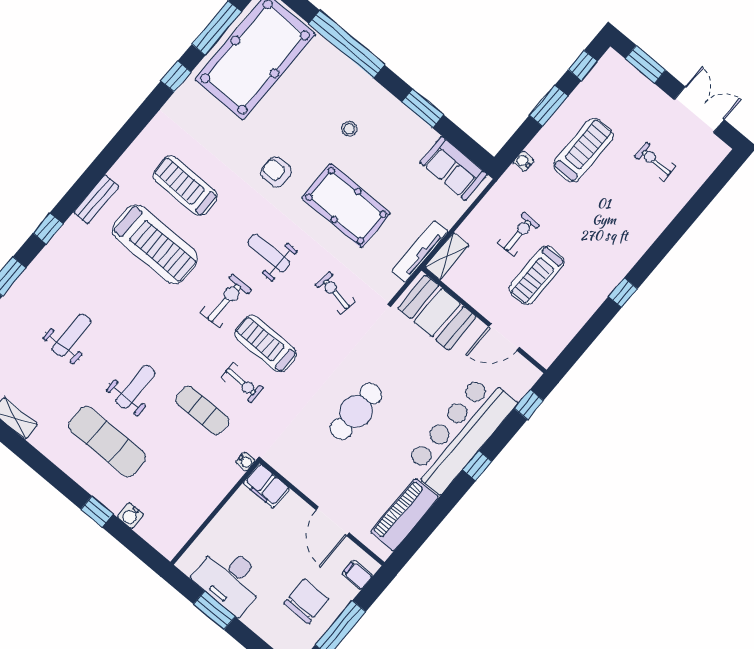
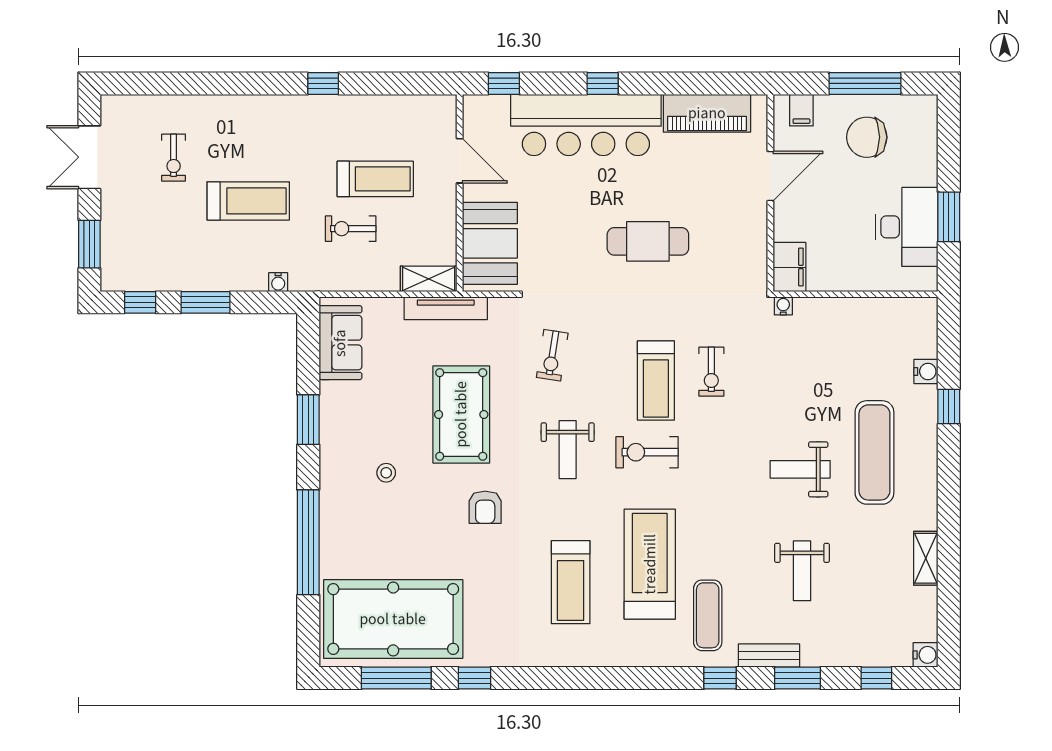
treadmill: (583, 150) -> (248, 201), moved, turned 180
bench: (96, 199) -> (769, 656), moved
weight bench: (72, 335) -> (802, 571), turned -90
exercise bike: (242, 383) -> (711, 372), turned 180
exercise mat: (202, 410) -> (708, 615), moved

